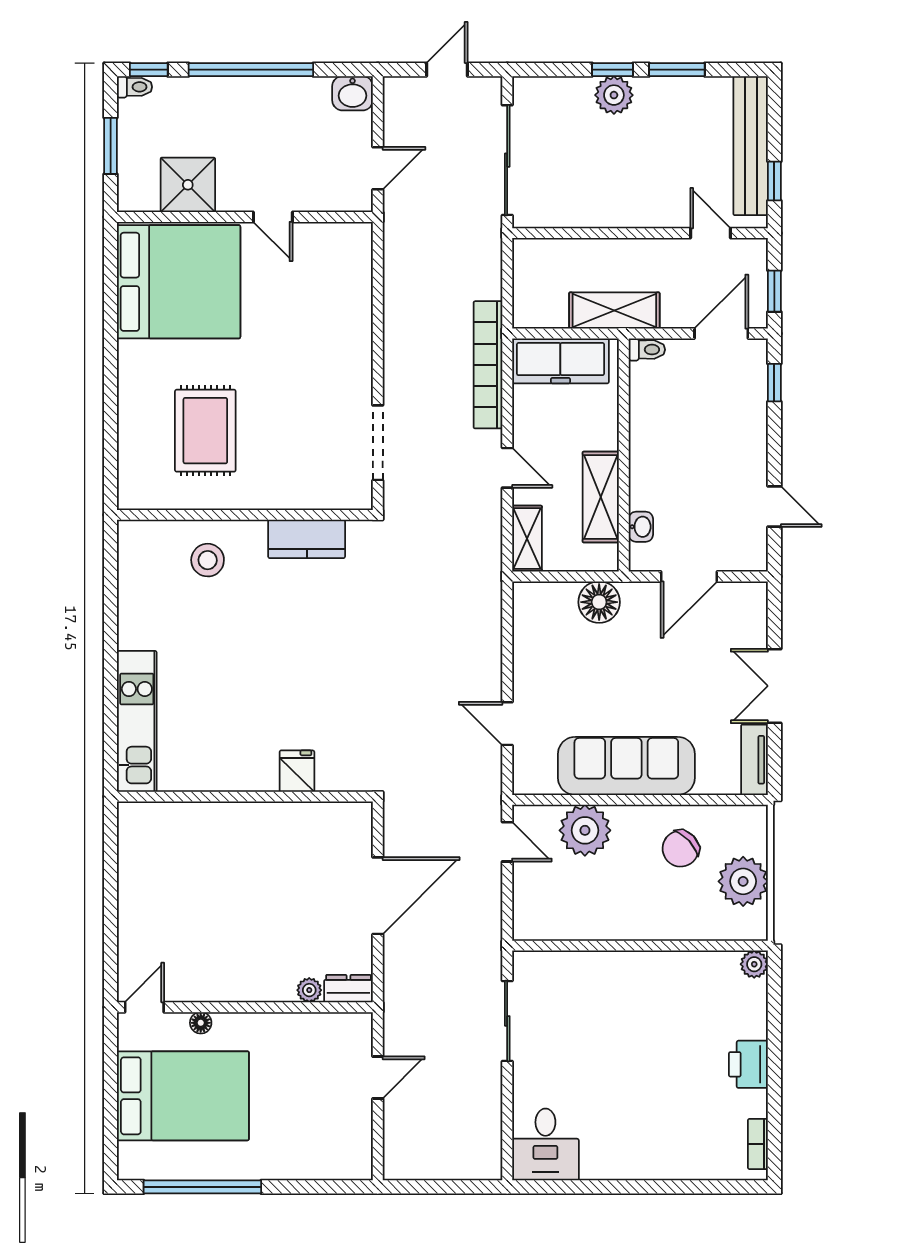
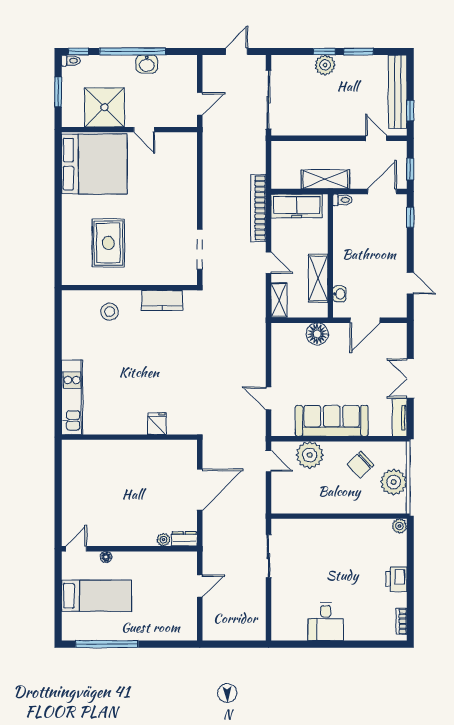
washbasin: (353, 93) -> (147, 64), moved
shower: (188, 185) -> (104, 107), width x1.37, depth x1.37
bed: (183, 1096) -> (97, 596), width x0.67
desk: (545, 1144) -> (326, 622), moved

